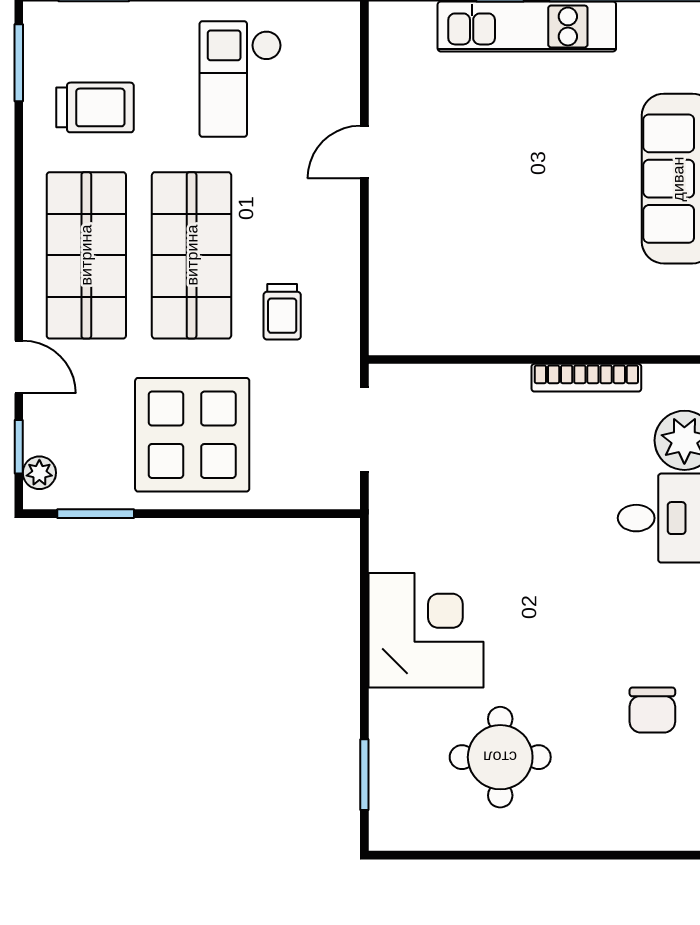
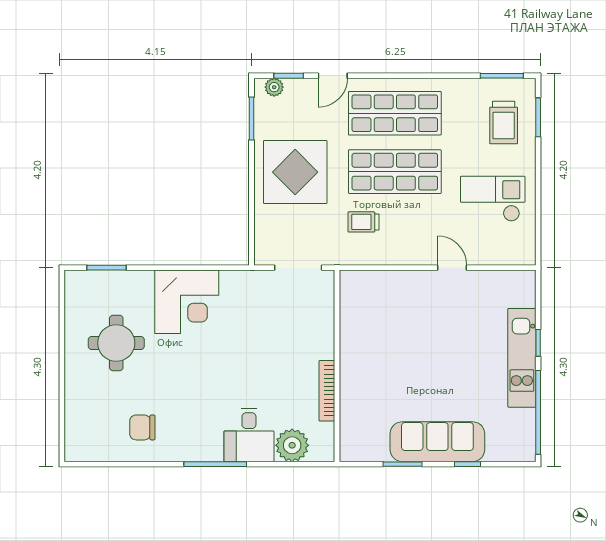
trolley: (95, 107) -> (504, 122), moved

